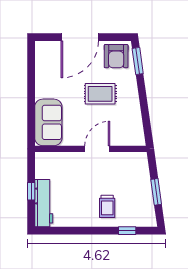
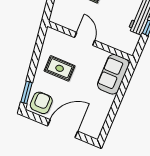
rug: (100, 94) -> (60, 68), moved
door: (97, 149) -> (85, 39), swing flipped

